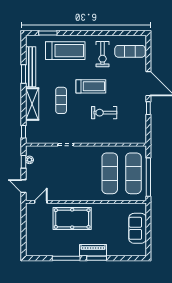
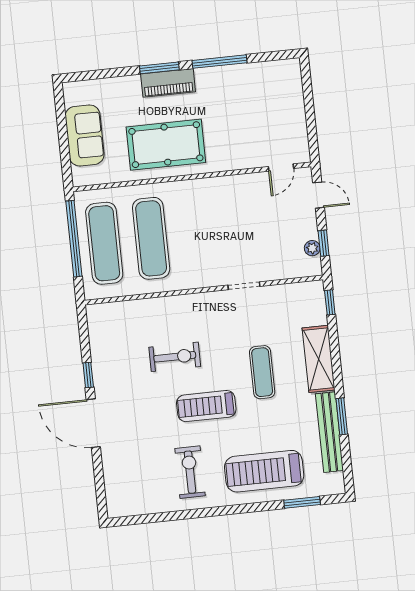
exercise mat: (130, 51) -> (136, 483), removed
pool table: (72, 219) -> (166, 145), moved

